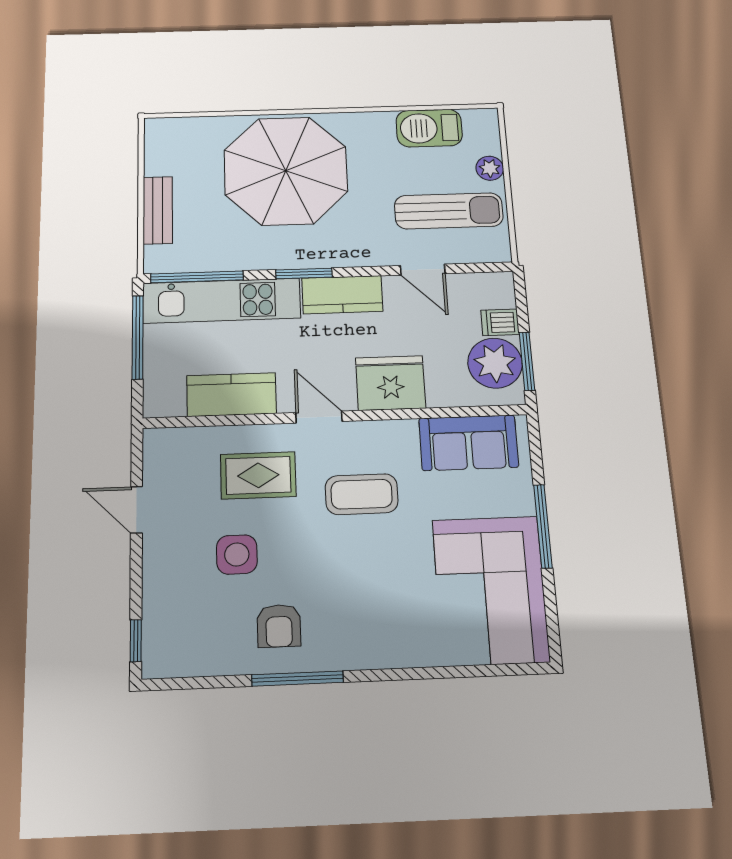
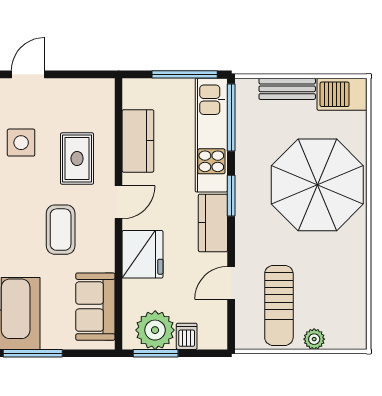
barbecue: (429, 128) -> (342, 94), moved, turned -90
door: (137, 510) -> (28, 74), moved

